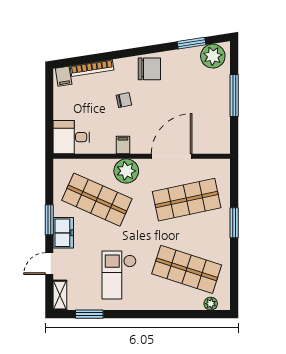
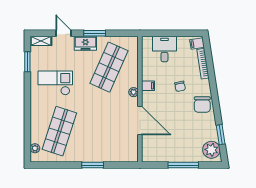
desk: (71, 137) -> (164, 49), moved
plant: (126, 171) -> (134, 92), width x0.53, depth x0.53
shop shelf: (187, 200) -> (109, 131), removed

